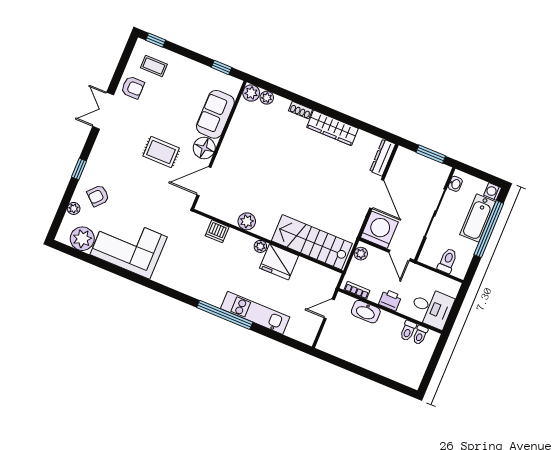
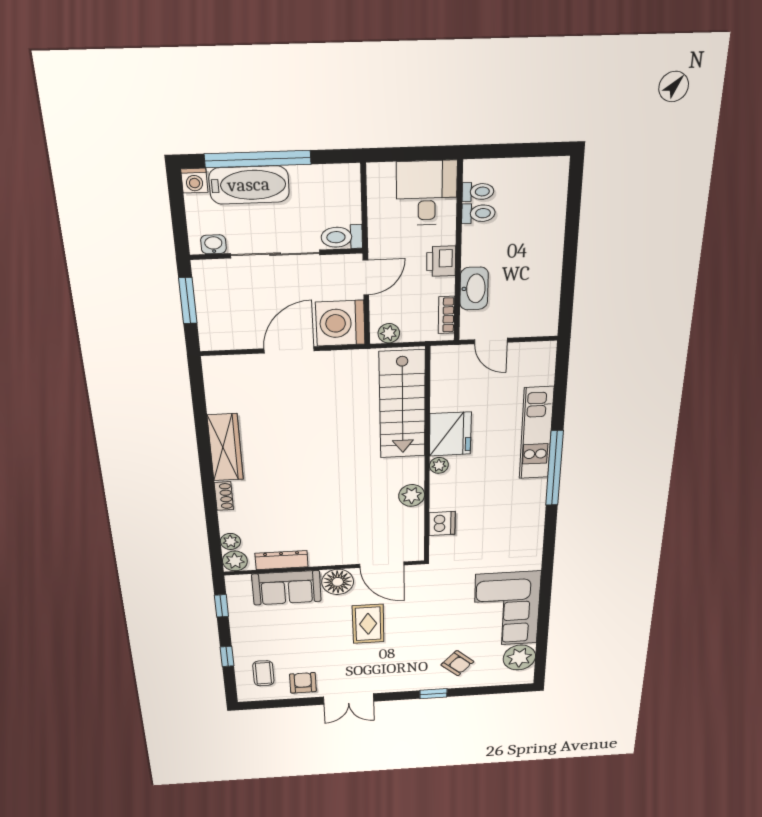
window: (156, 40) -> (227, 656), moved
dresser: (383, 158) -> (282, 560), moved, turned 180
plant: (74, 208) -> (485, 680), removed
toilet: (447, 261) -> (342, 237), moved

